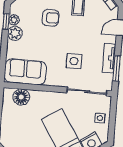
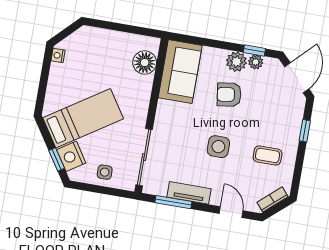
armchair: (50, 18) -> (229, 95), moved, turned 82
side table: (74, 61) -> (218, 147), moved

